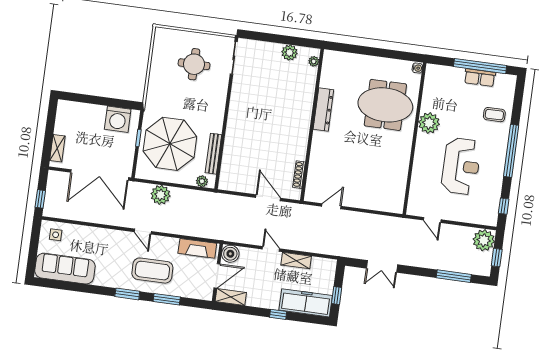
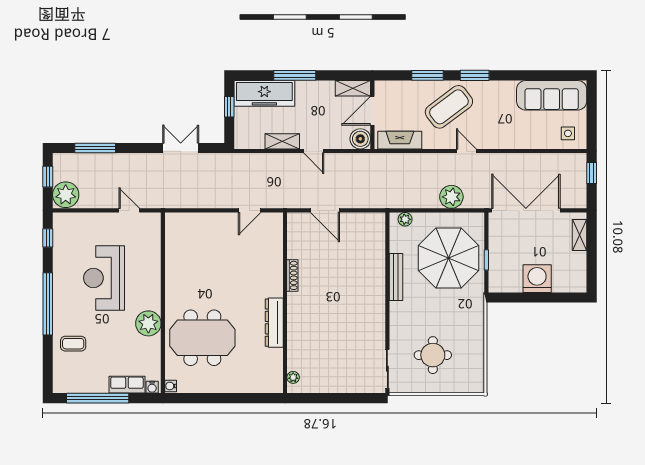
plant: (290, 53) -> (323, 384), removed
water cooler: (433, 69) -> (152, 387), added
row of seats: (480, 78) -> (127, 385), moved
washing machine: (118, 119) -> (537, 279), moved
bench: (213, 154) -> (396, 277), moved
shoe rack: (299, 175) -> (292, 275), moved
coffee table: (152, 271) -> (449, 107), turned -37
window: (278, 314) -> (295, 75), width x2.17

